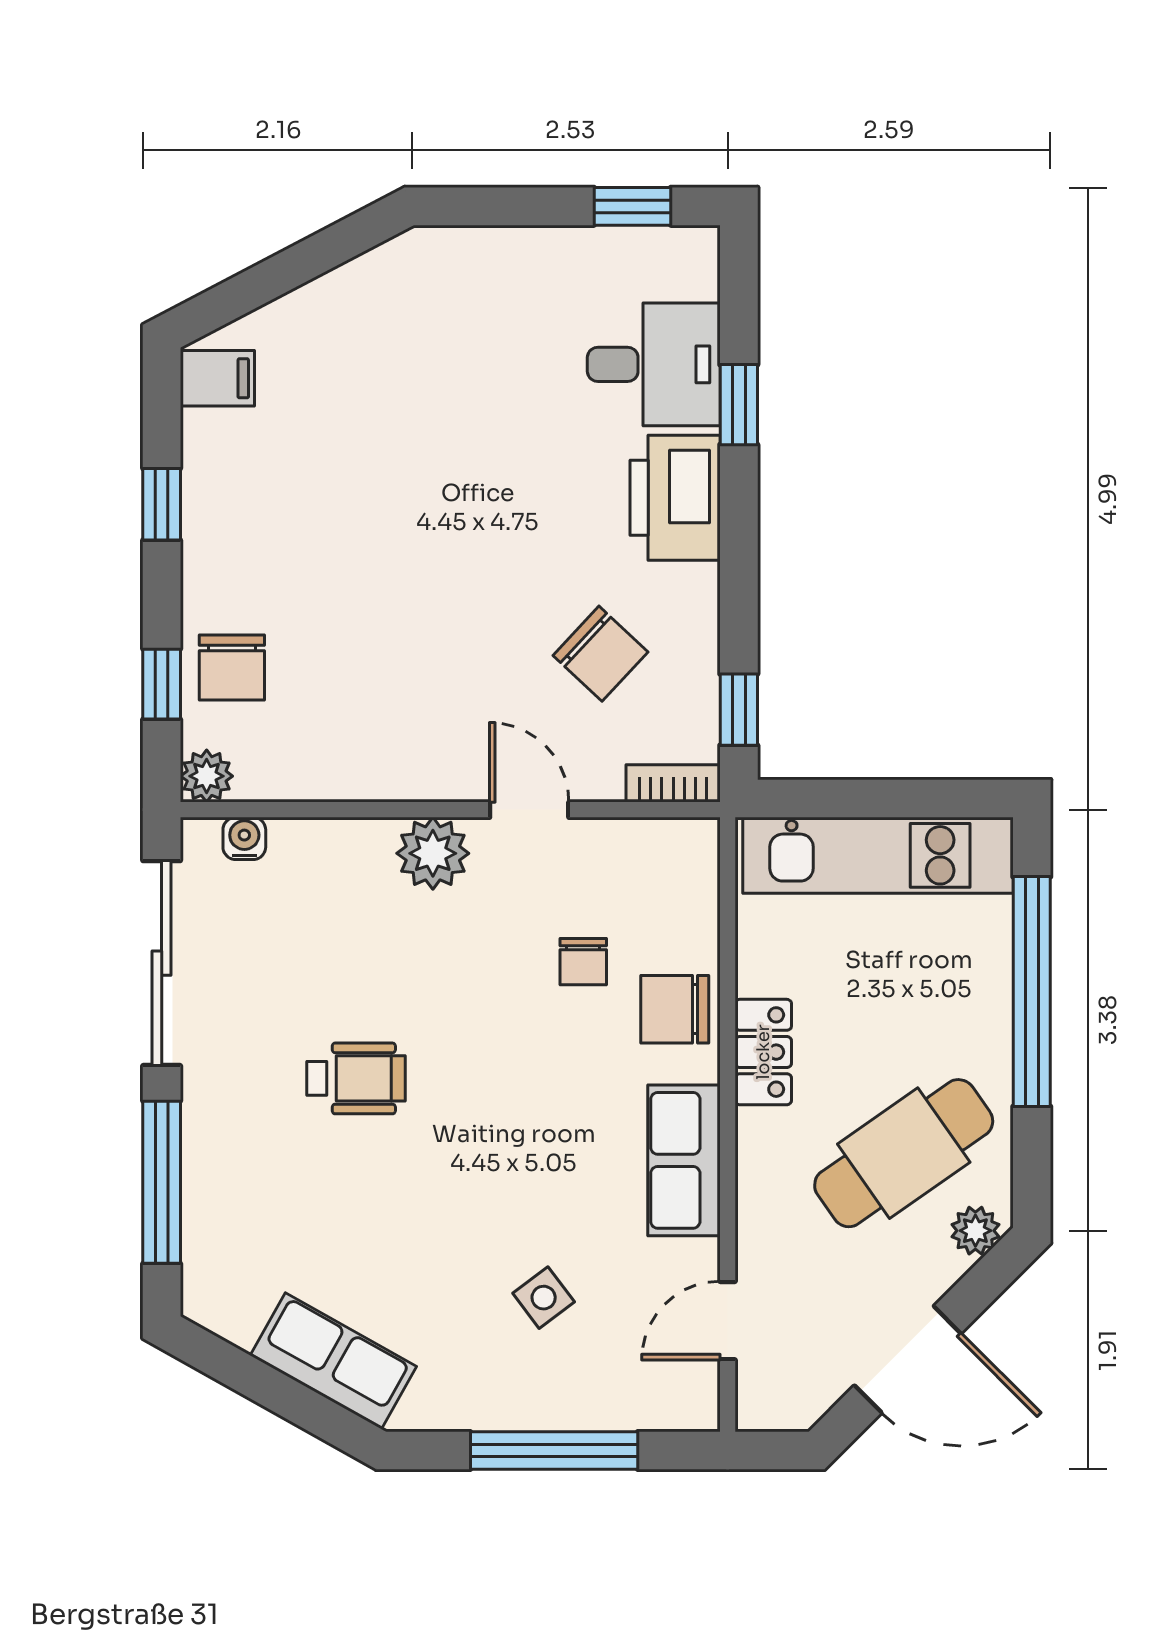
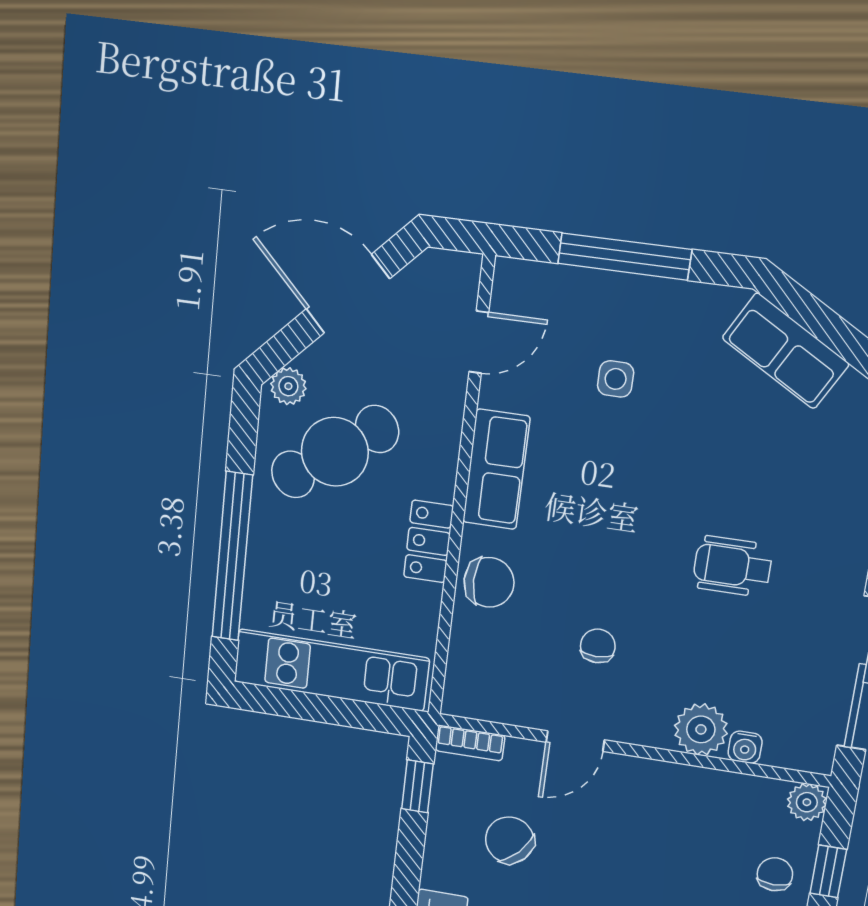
chair: (232, 668) -> (775, 874), width x0.73, depth x0.73
door: (529, 810) -> (575, 741), hinge flipped
water cooler: (244, 838) -> (745, 747), moved
plant: (433, 853) -> (701, 729), moved
chair: (583, 962) -> (598, 646), moved
side table: (544, 1298) -> (616, 379), turned 37

